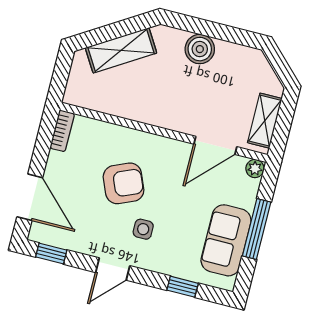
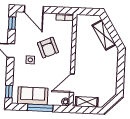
boiler: (200, 49) -> (111, 68), removed
door: (215, 145) -> (72, 83), hinge flipped
door: (30, 197) -> (34, 9), hinge flipped
window: (183, 287) -> (9, 92), moved

